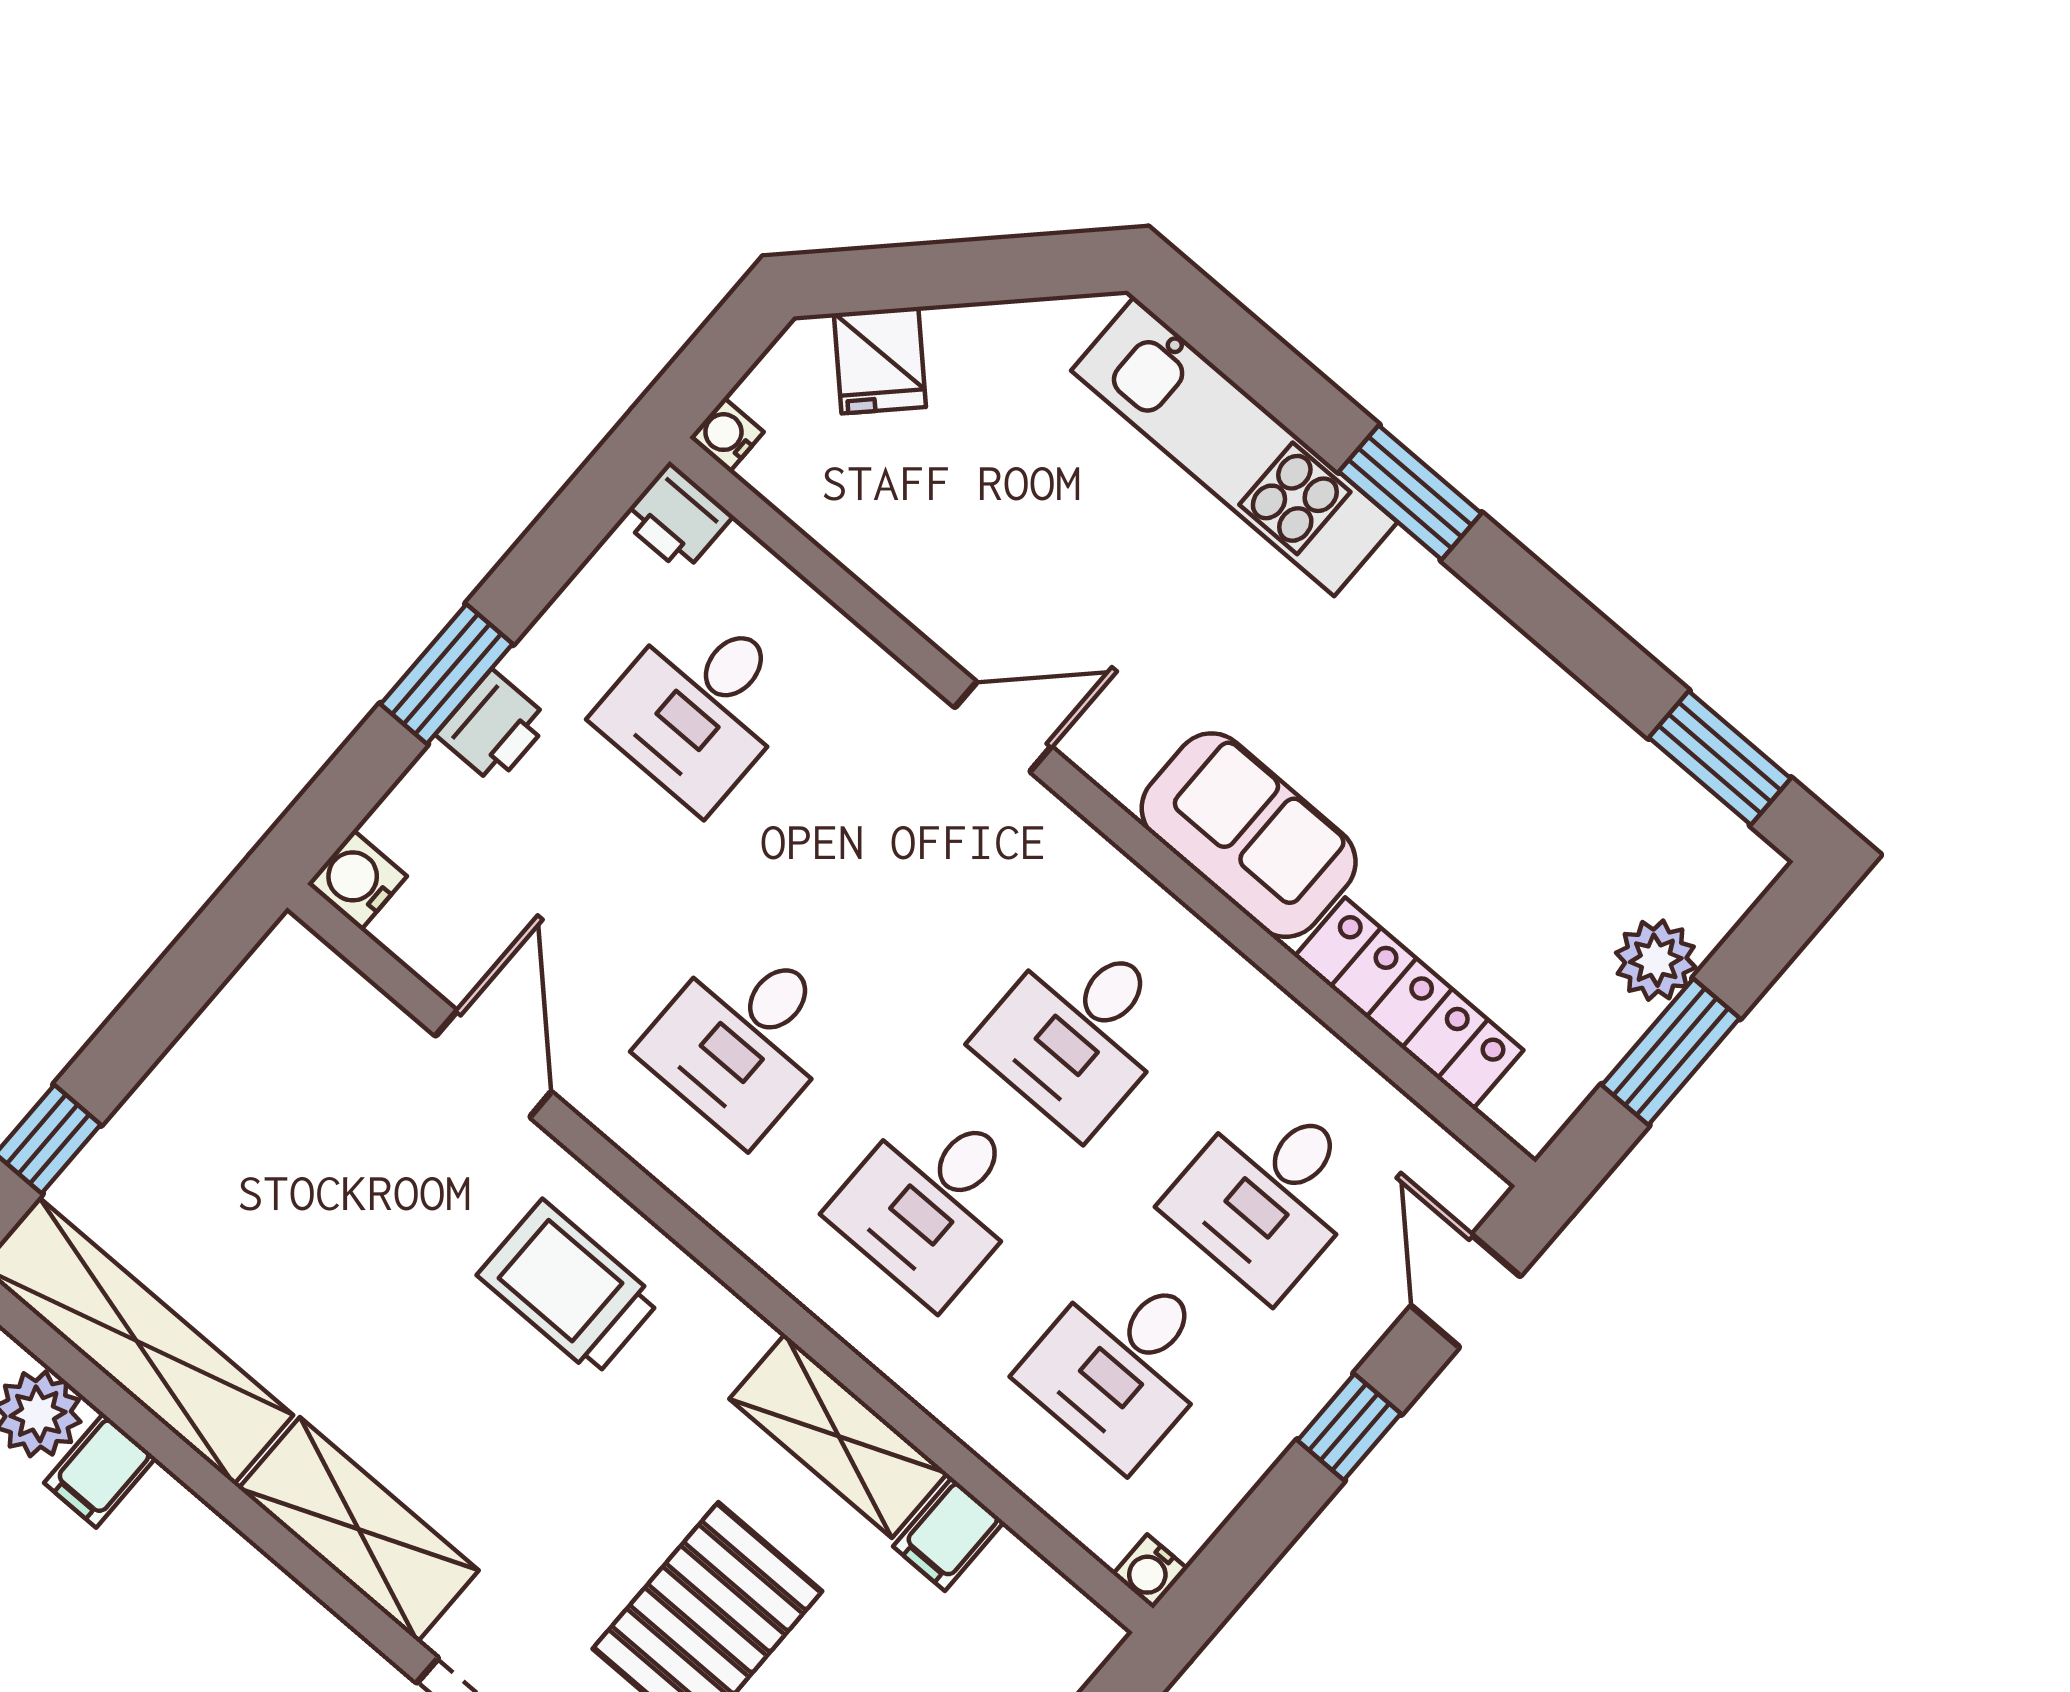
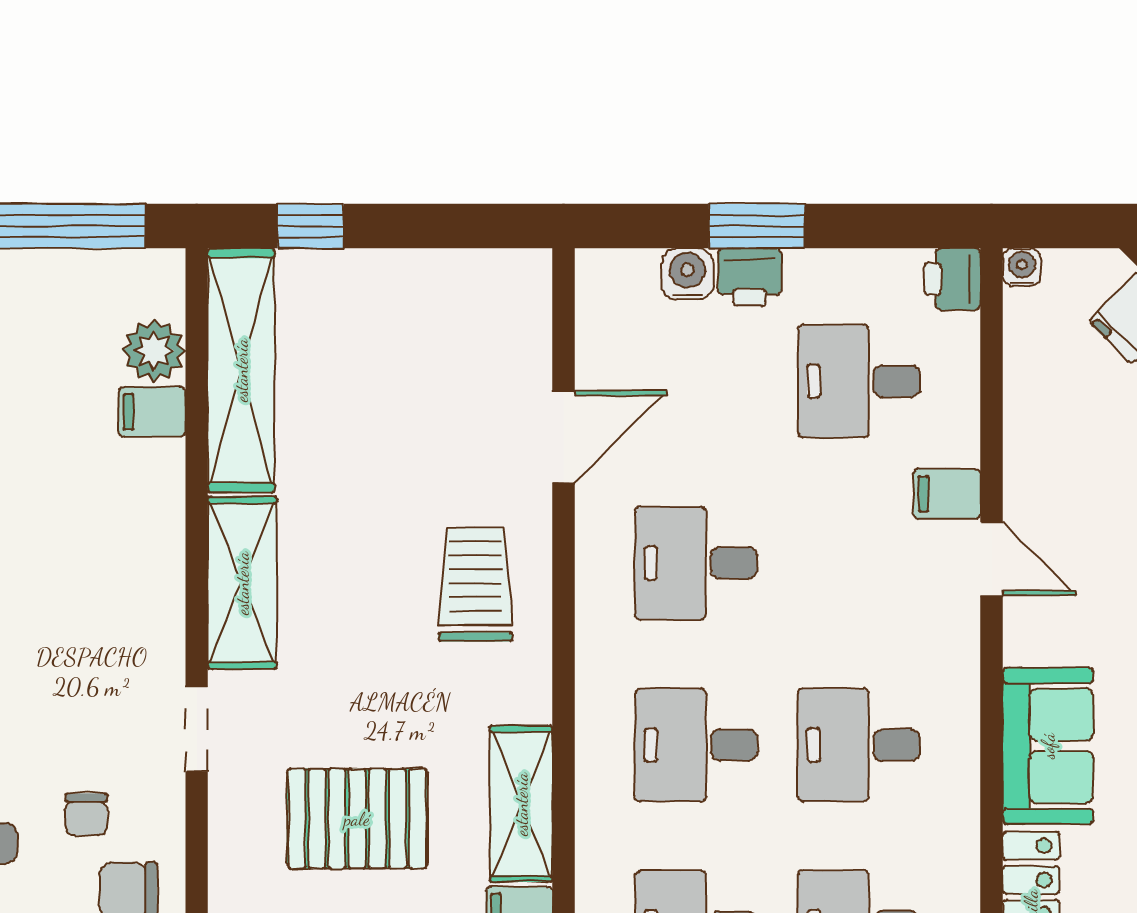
filing cabinet: (896, 715) -> (947, 494), added
water cooler: (357, 880) -> (687, 274), moved

